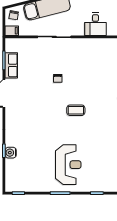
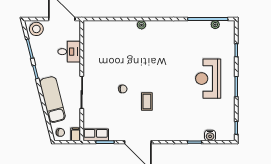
row of seats: (11, 65) -> (96, 135), moved
coffee table: (76, 110) -> (147, 102), moved
water cooler: (11, 153) -> (210, 135), moved
reception desk: (68, 165) -> (208, 79), turned -90

